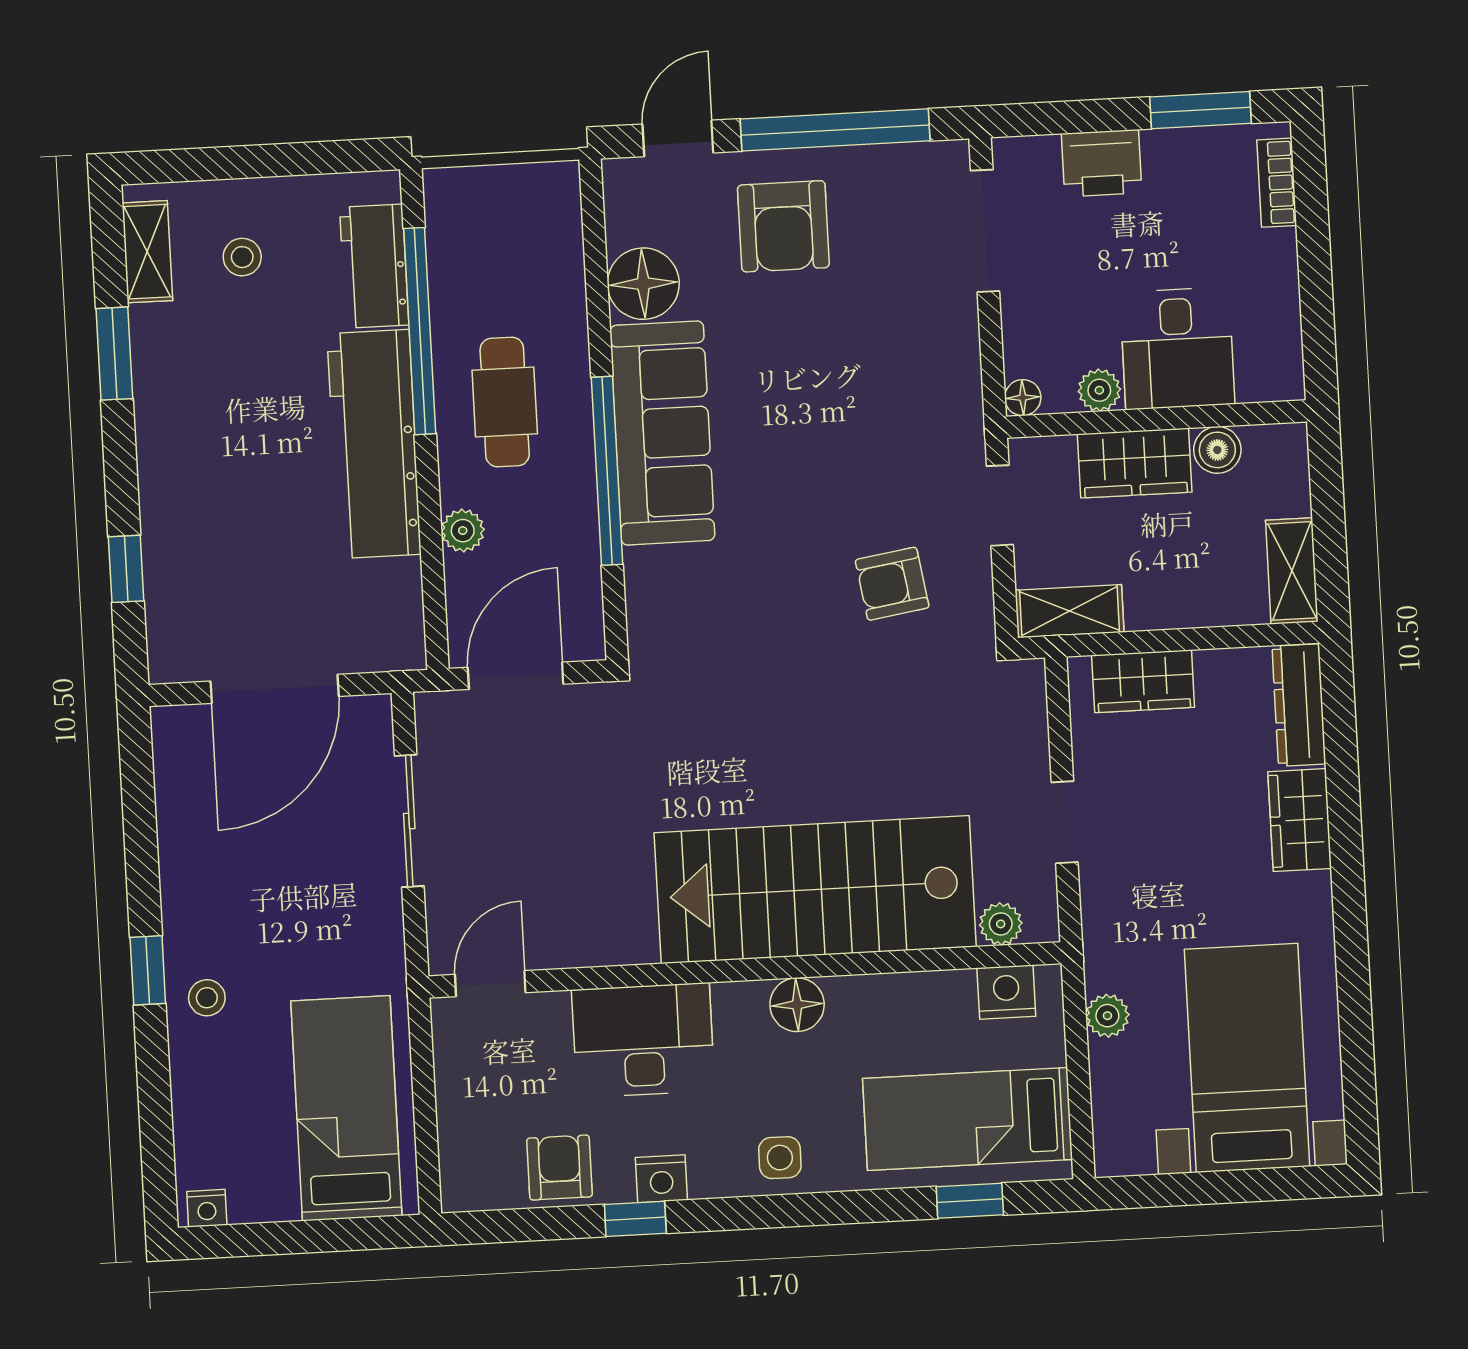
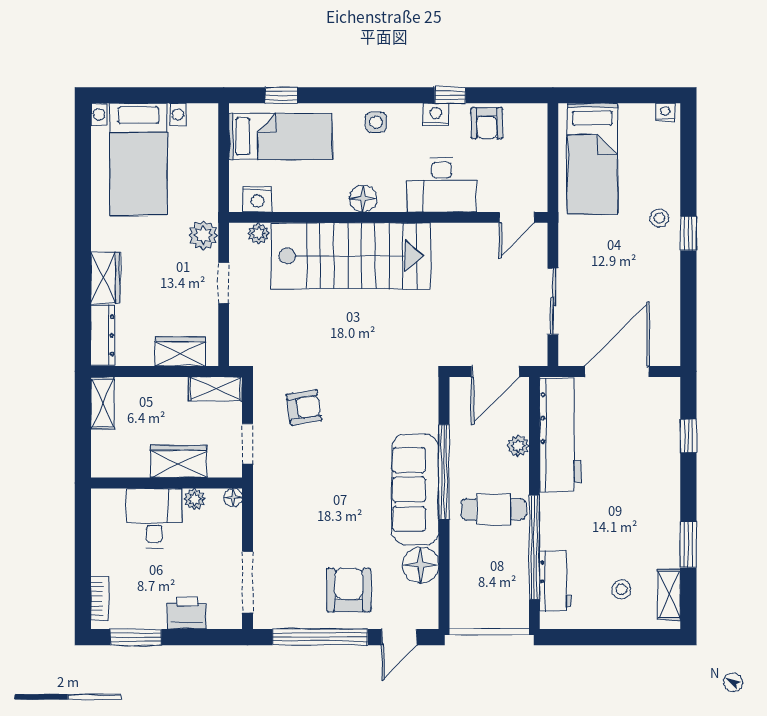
cafe table: (505, 402) -> (494, 509), turned 90
workbench: (374, 444) -> (560, 435), moved
boiler: (1217, 450) -> (137, 466), removed
plant: (1107, 1016) -> (203, 235), moved, width x1.38, depth x1.38

